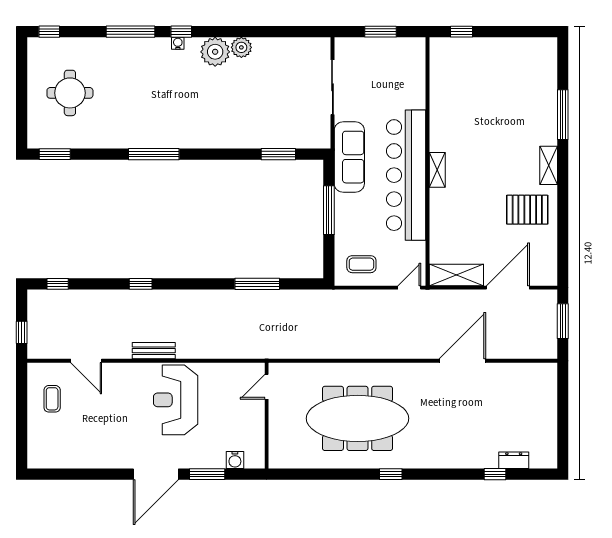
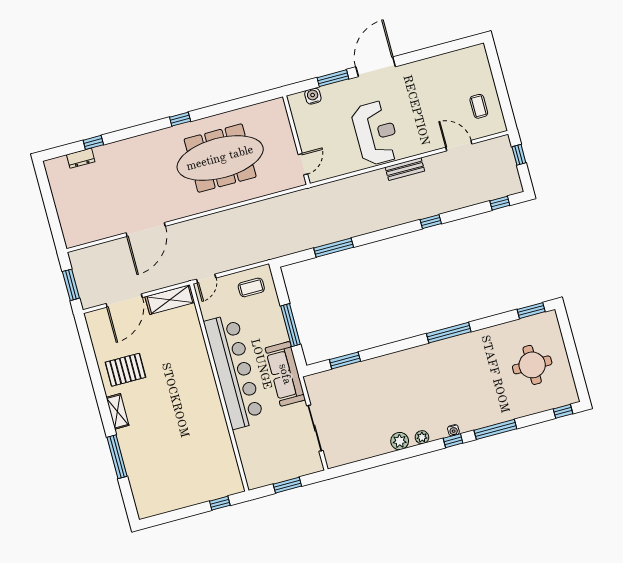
plant: (215, 52) -> (422, 437), width x0.53, depth x0.53
shelving: (437, 170) -> (209, 383), removed

